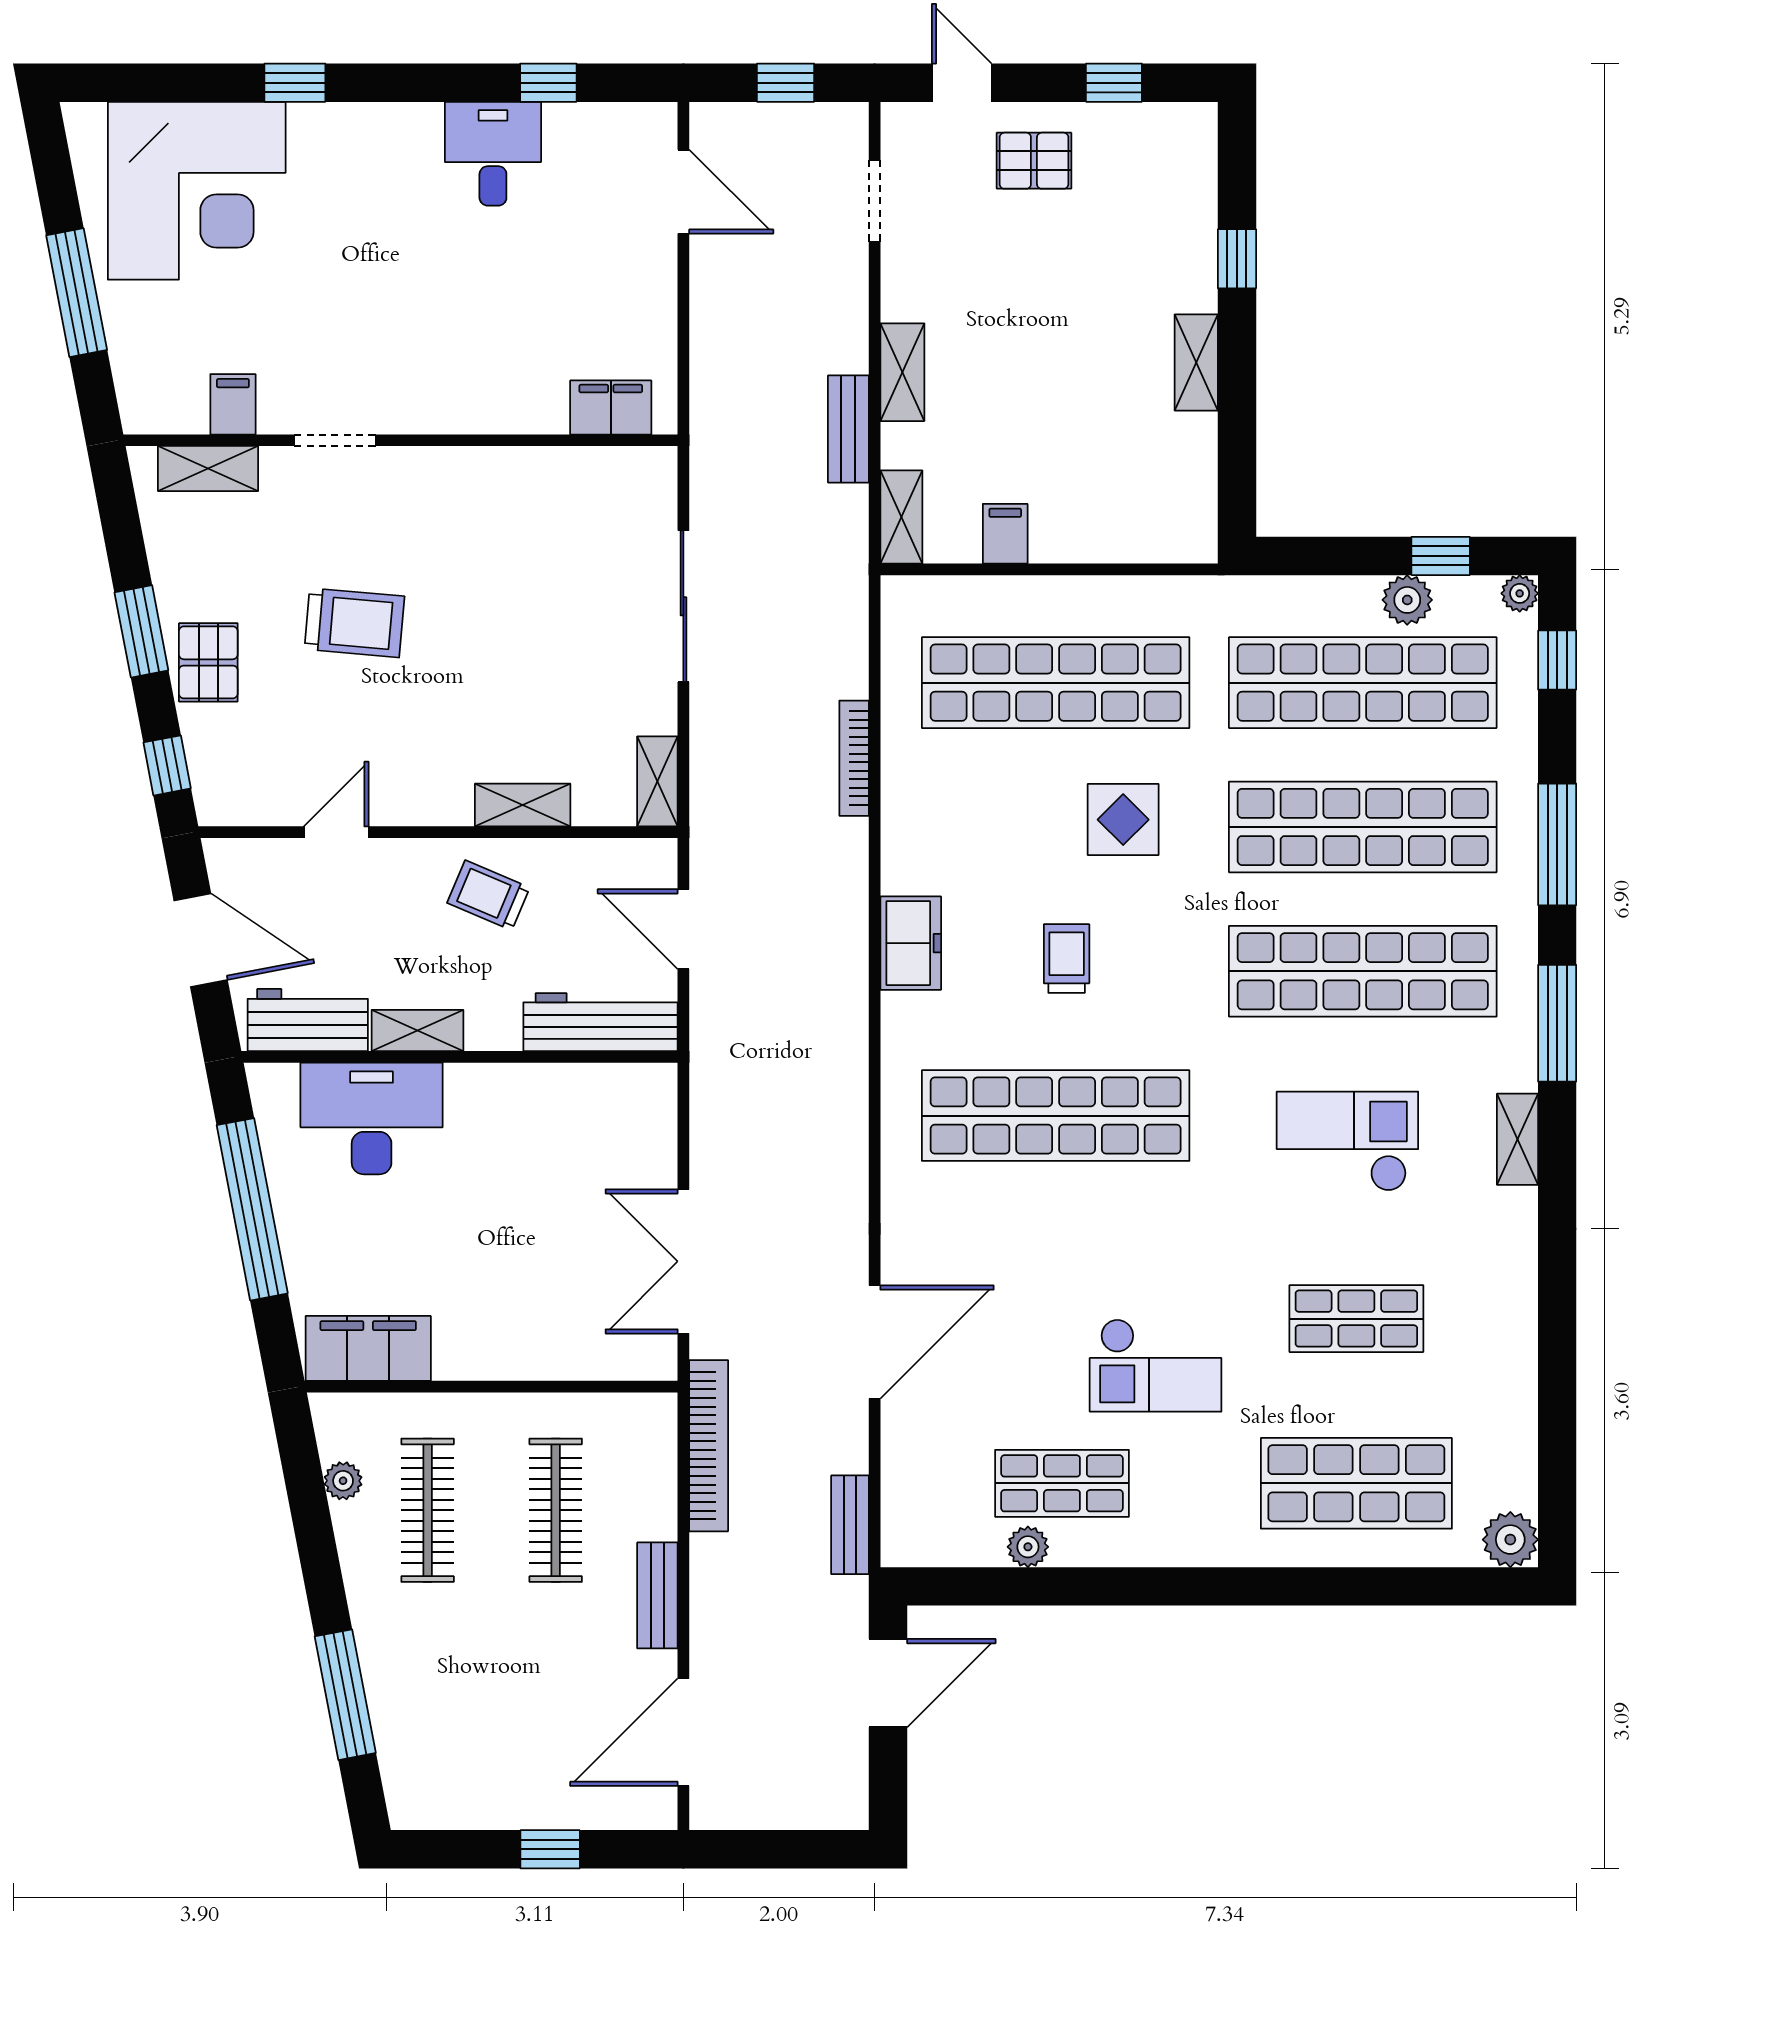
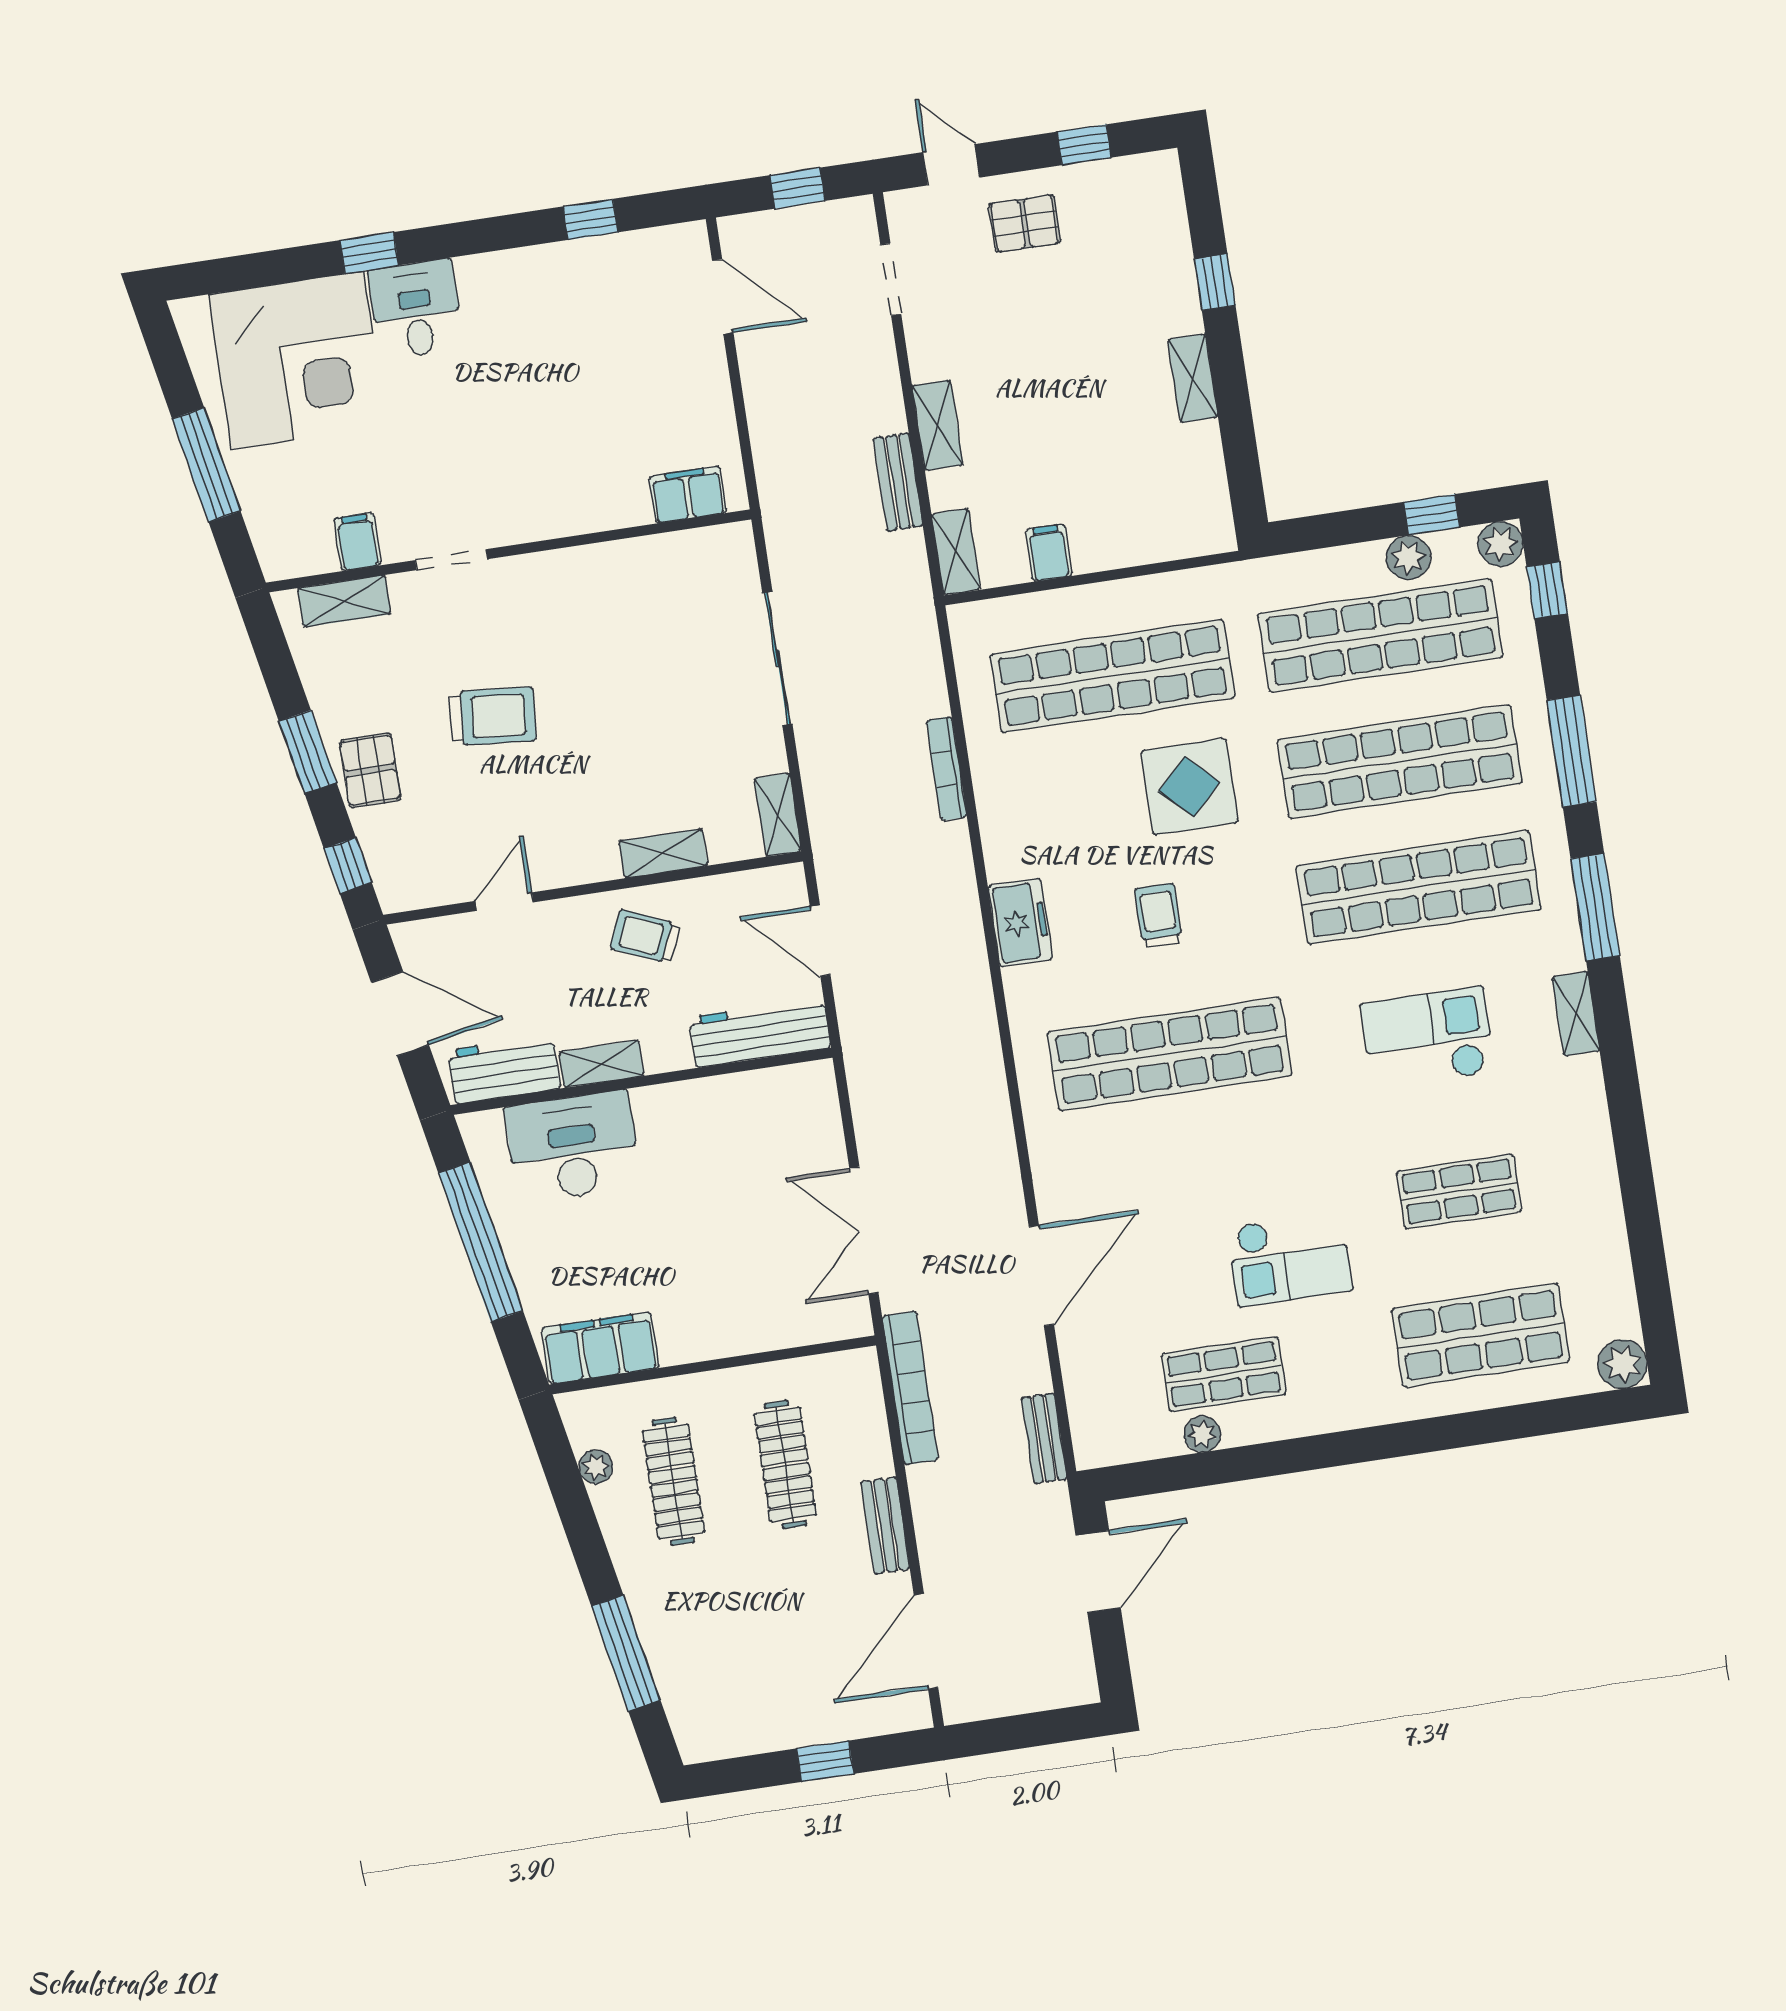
desk: (493, 154) -> (416, 309), moved
plant: (1520, 593) -> (1501, 544), width x1.38, depth x1.38
display table: (1123, 820) -> (1189, 787), width x1.36, depth x1.36

